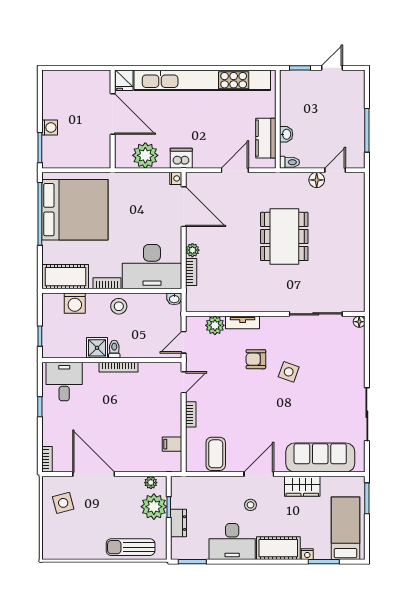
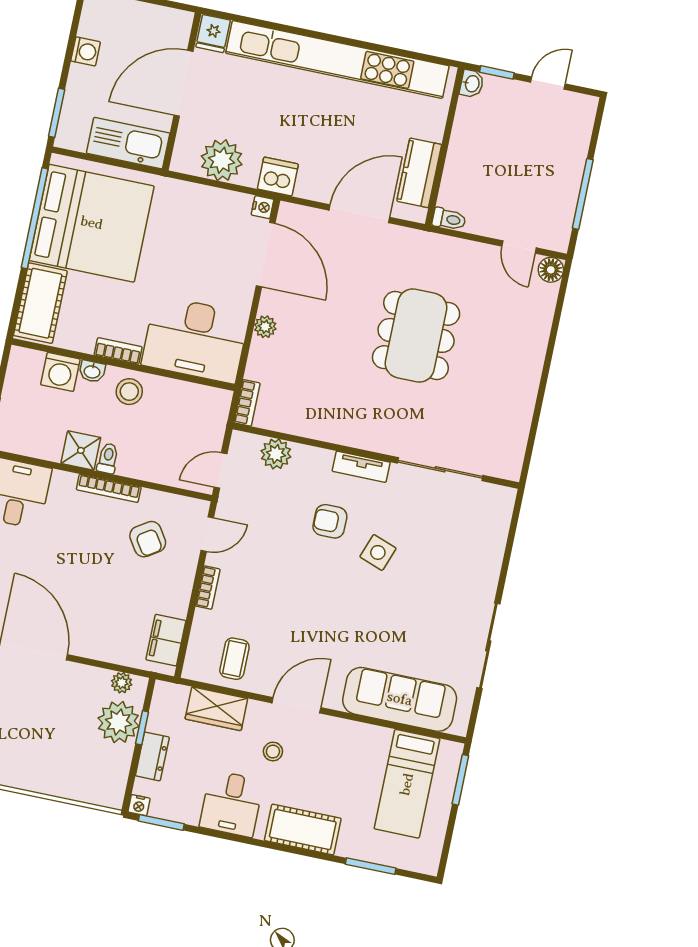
door: (113, 114) -> (183, 83), swing flipped
washing machine: (50, 127) -> (86, 51), moved
washbasin: (286, 134) -> (472, 84), moved
kitchen sink: (87, 157) -> (128, 143), added
door: (235, 170) -> (359, 214), width x1.36
door: (335, 170) -> (519, 247), swing flipped
floor lamp: (317, 180) -> (551, 270), moved
bookcase: (191, 272) -> (247, 403), moved
cot: (66, 277) -> (40, 303), moved, turned 90
washbasin: (174, 299) -> (92, 371), moved
tv unit: (243, 322) -> (361, 467), moved
floor lamp: (359, 322) -> (507, 496), removed
armchair: (148, 393) -> (148, 539), added
filing cabinet: (172, 444) -> (166, 640), width x2.00
coffee table: (216, 454) -> (234, 659), width x0.73, depth x0.77
wardrobe: (302, 486) -> (216, 709), moved
bed: (345, 528) -> (407, 784), moved, turned 180
desk: (232, 542) -> (231, 804), width x0.73
sun lounger: (131, 547) -> (68, 779), removed
nightstand: (307, 554) -> (139, 805), moved

